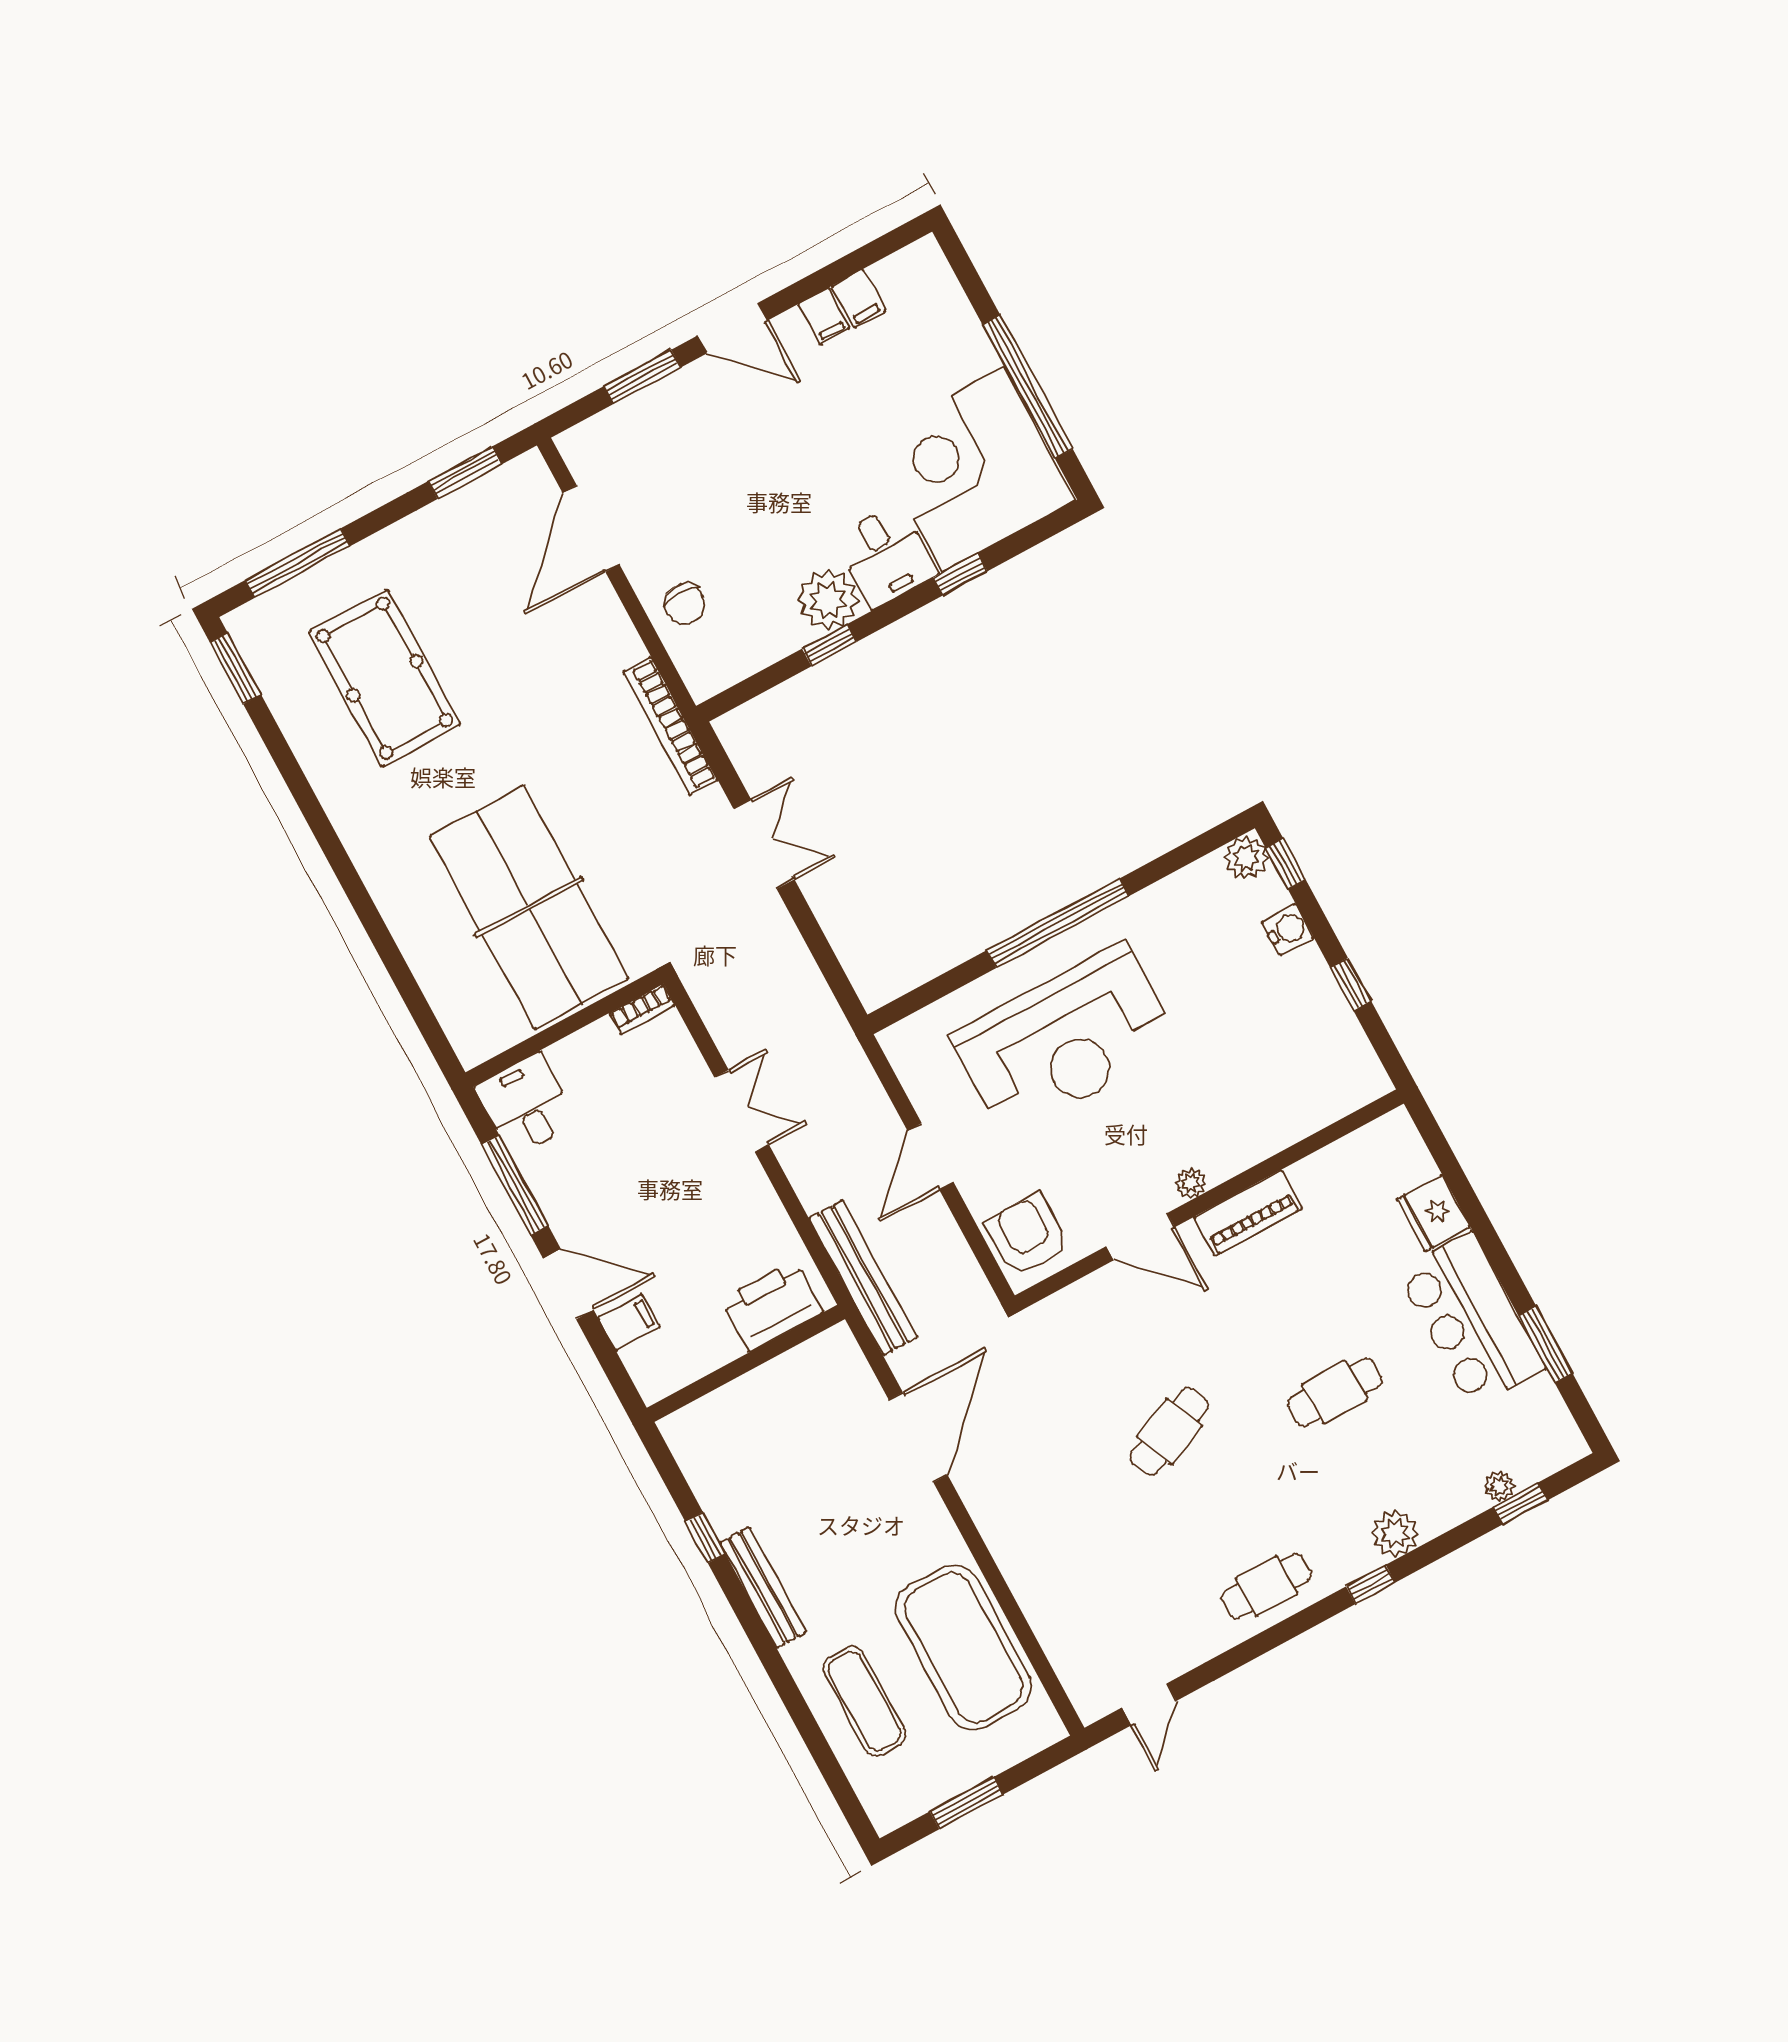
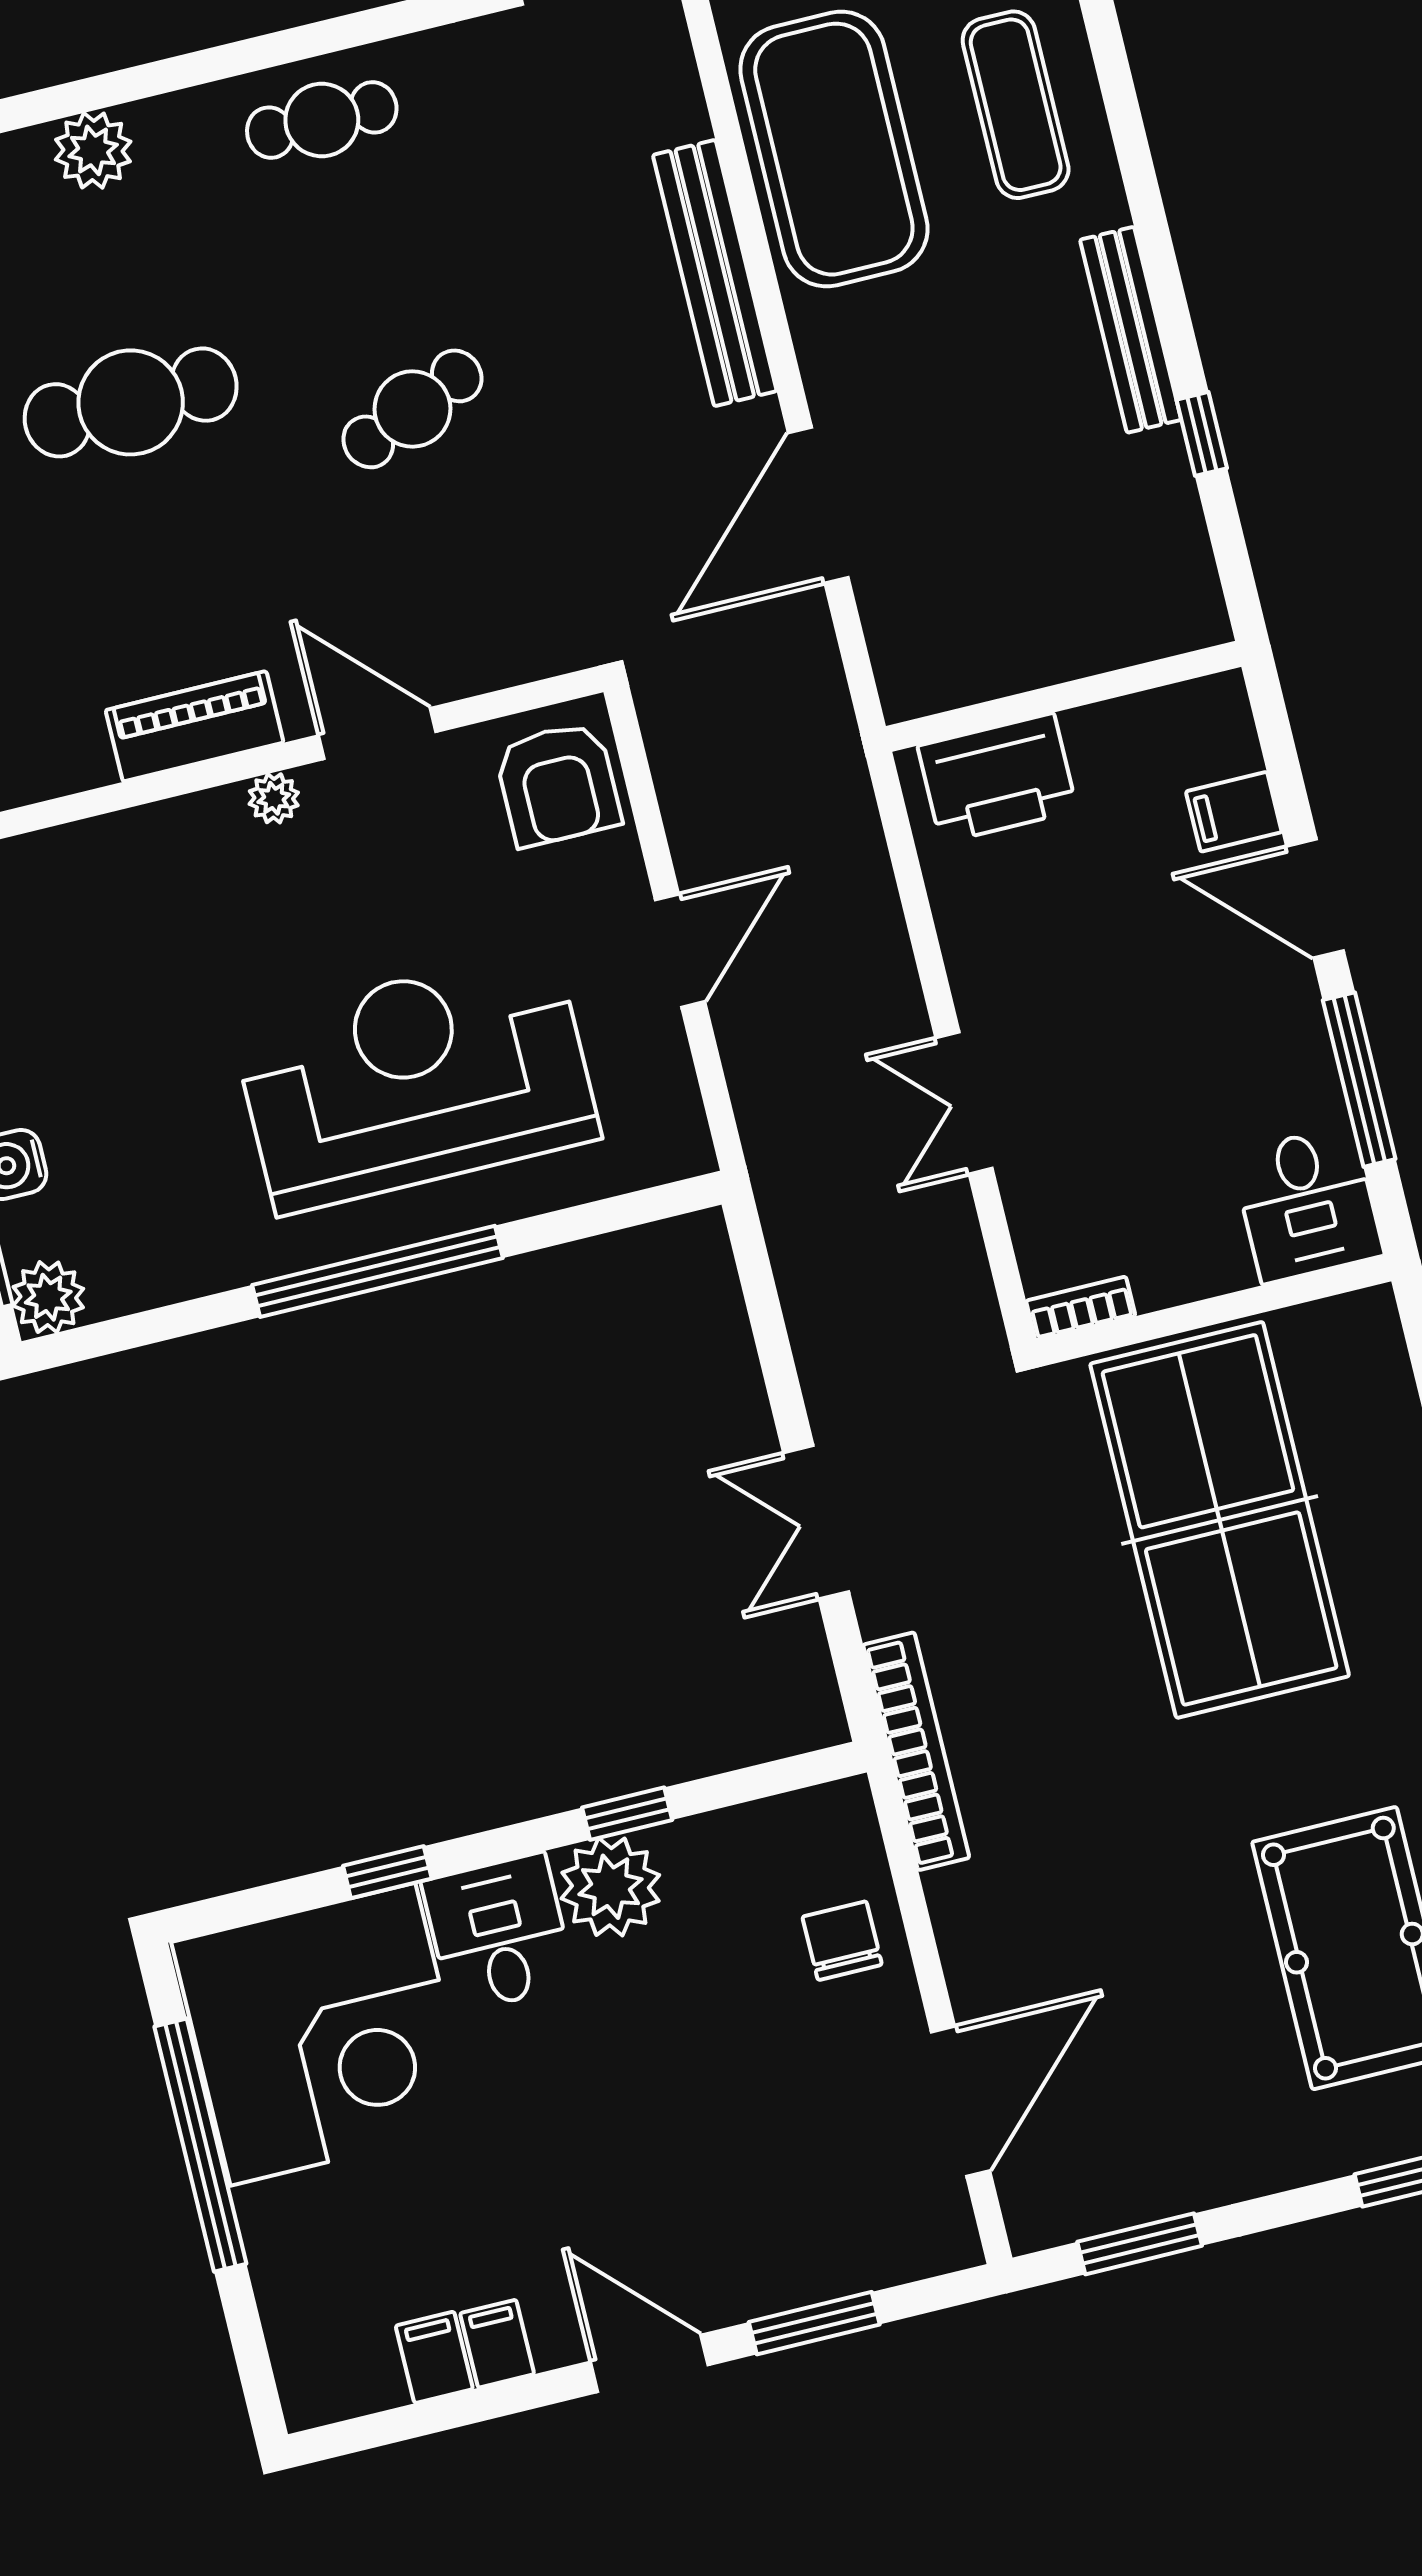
bench: (863, 1278) -> (715, 273), moved
cafe table: (1335, 1392) -> (131, 402), width x1.37, depth x1.35
window: (1371, 1584) -> (154, 79), removed

